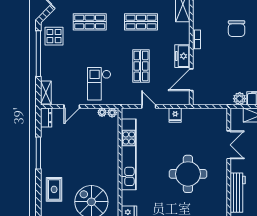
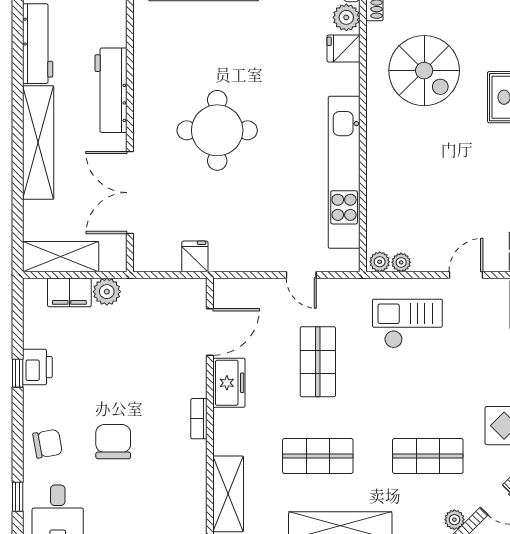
checkout: (99, 84) -> (407, 324), turned -90
fridge: (175, 115) -> (195, 256), moved
double door: (229, 145) -> (130, 193), width x1.37

